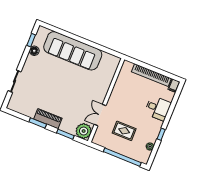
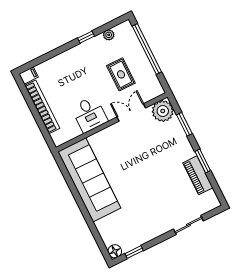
floor lamp: (34, 51) -> (115, 251), moved
sofa: (73, 51) -> (89, 180), moved
desk: (158, 108) -> (89, 114), moved, turned 180
double door: (100, 115) -> (131, 112), swing flipped
piano: (48, 119) -> (198, 175), moved

